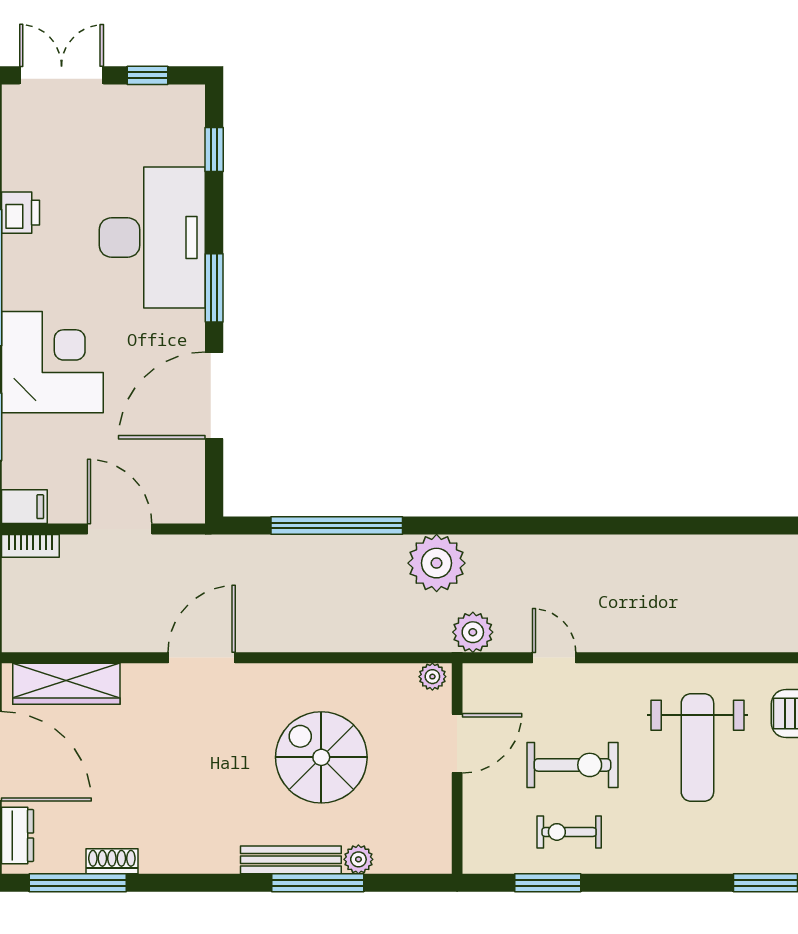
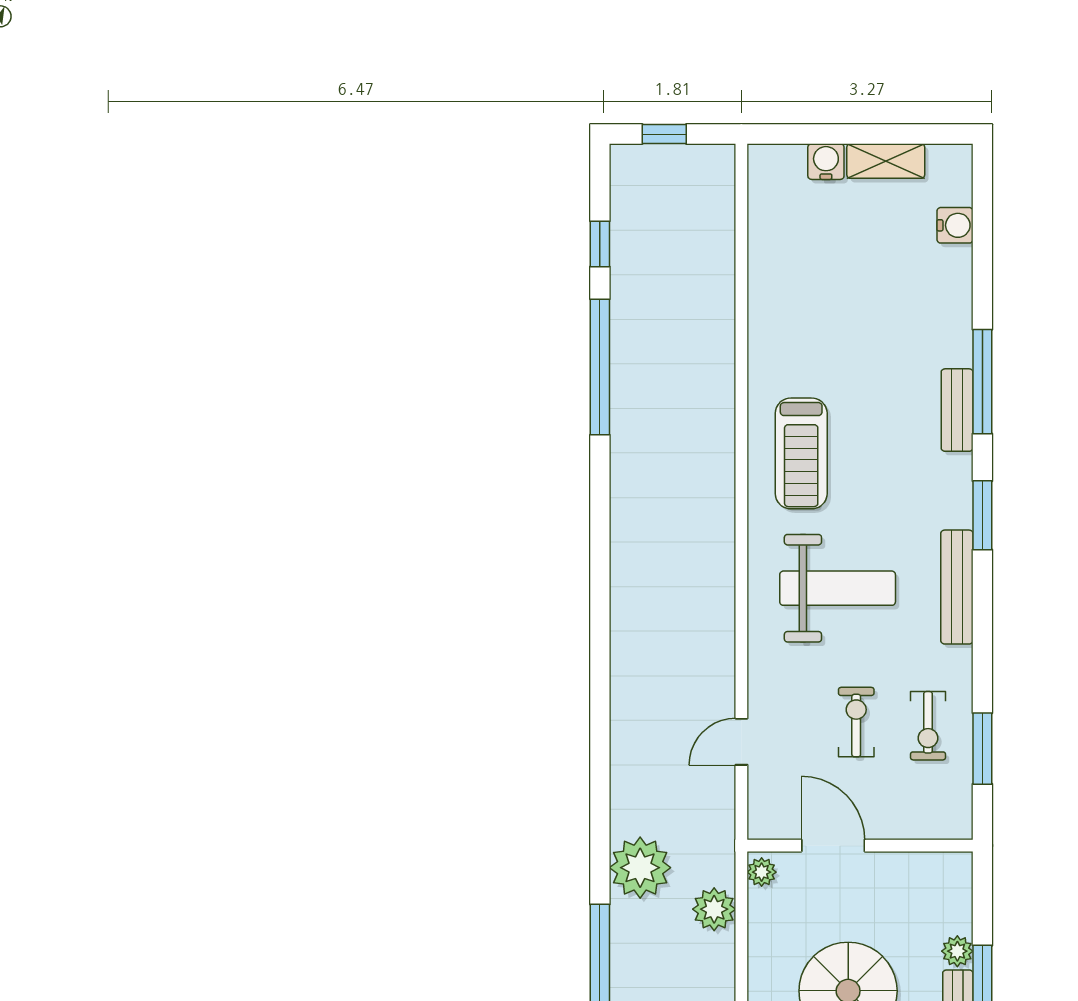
plant: (473, 632) -> (714, 909), moved
exercise bike: (572, 765) -> (856, 722), width x0.73, depth x0.72
bench: (699, 859) -> (957, 587), added

